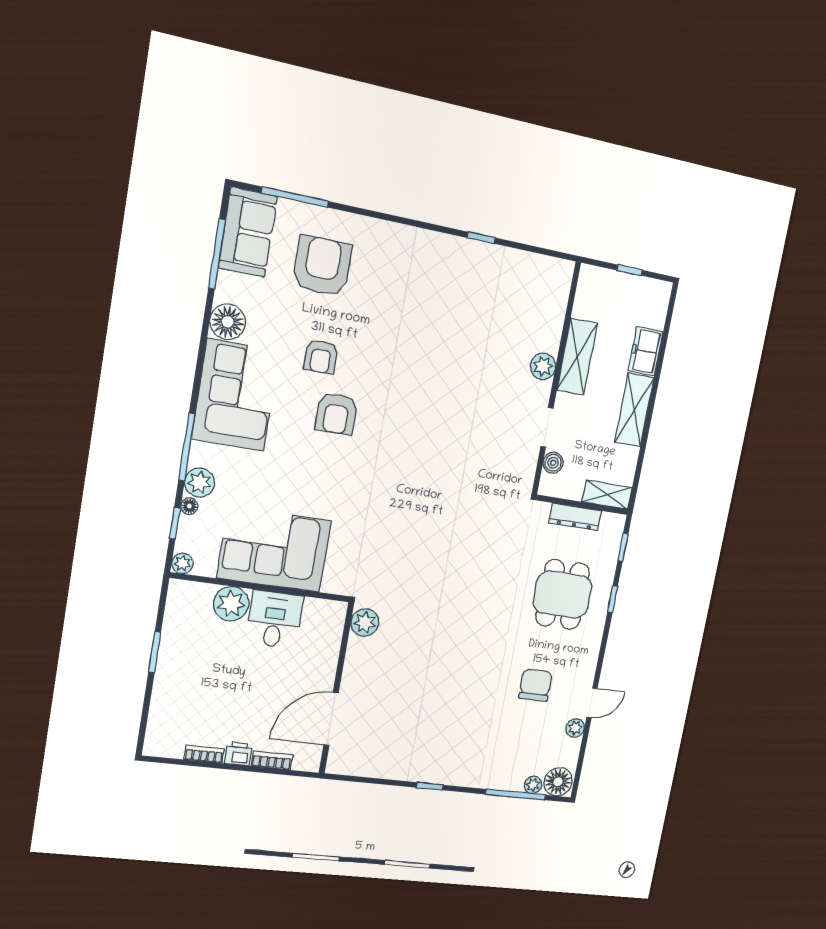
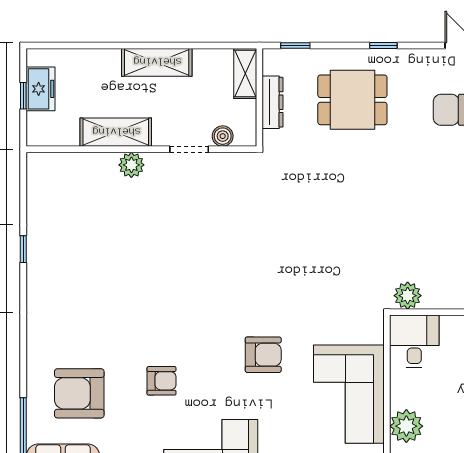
freezer: (646, 351) -> (41, 89), moved, turned -90
armchair: (336, 414) -> (263, 355), moved
window: (613, 599) -> (383, 45), moved
desk: (275, 620) -> (414, 341), moved, turned 90

